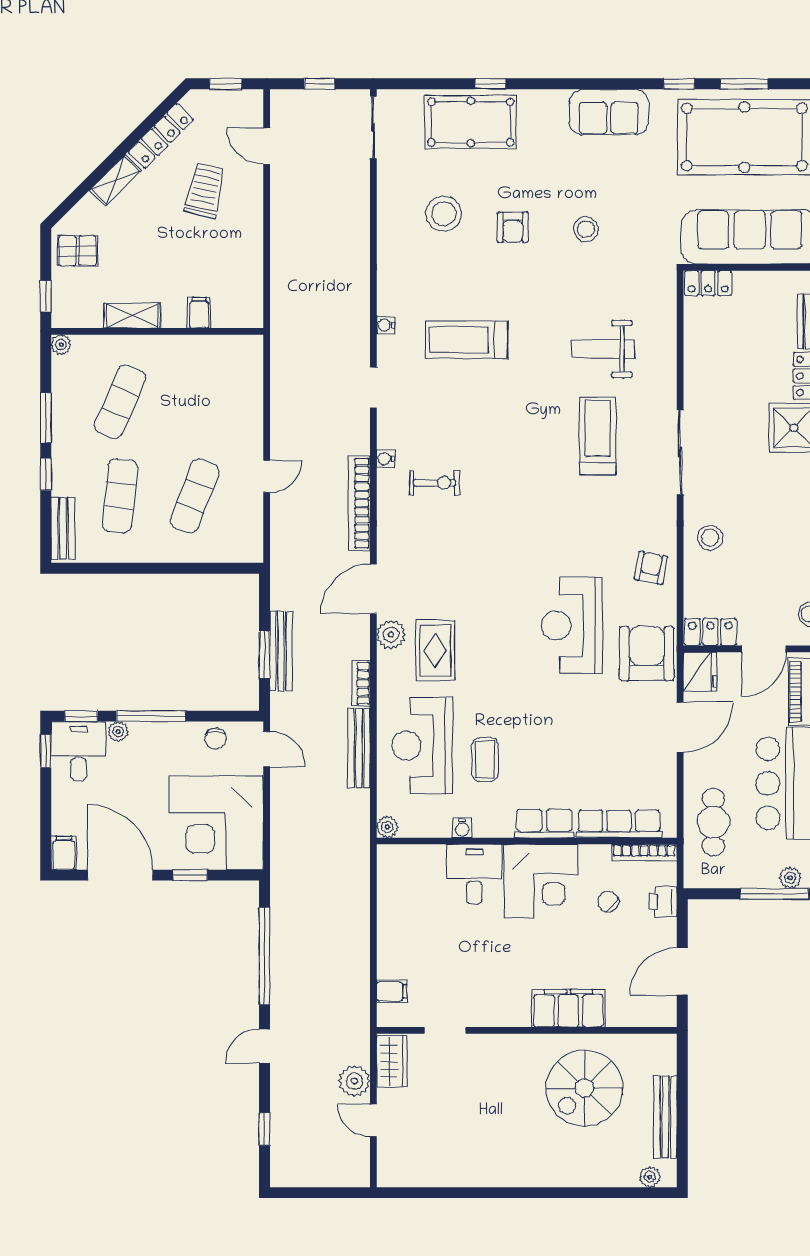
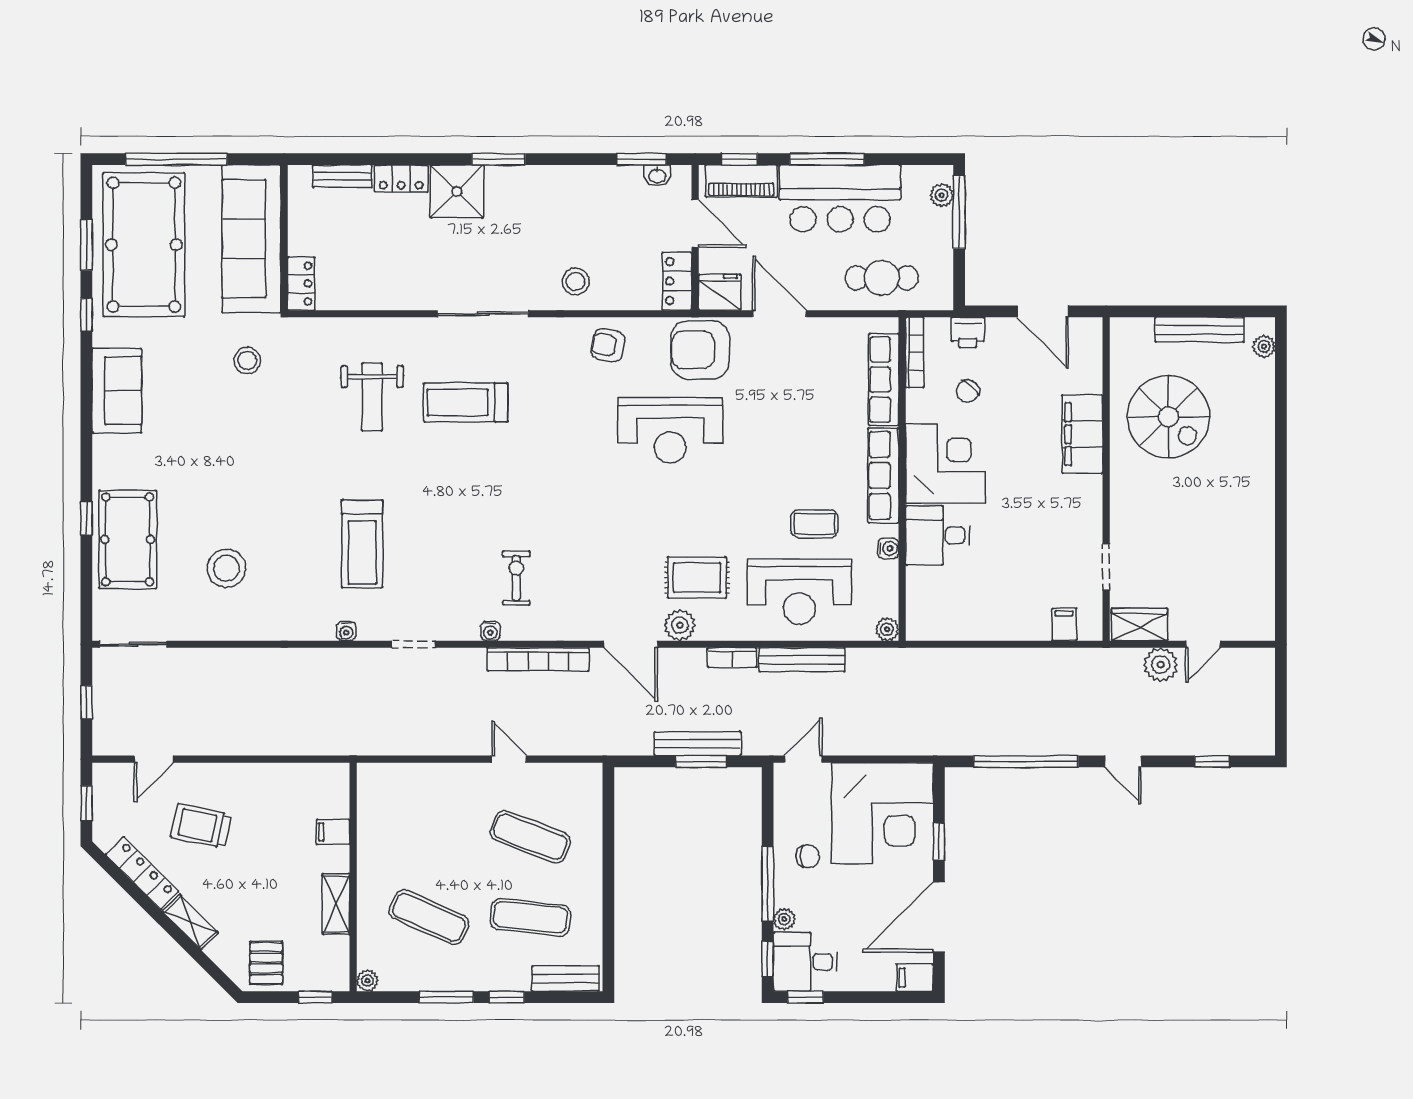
armchair: (513, 227) -> (241, 494), removed
stool: (586, 229) -> (247, 360), moved
chair: (216, 739) -> (808, 856), moved
row of seats: (544, 824) -> (883, 475), width x1.48

